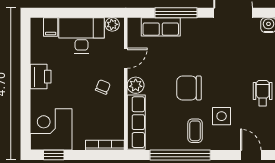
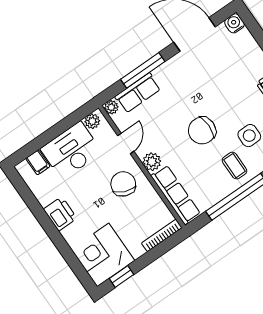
plant: (134, 24) -> (111, 107), added
chair: (103, 87) -> (123, 184), width x1.87, depth x1.87

